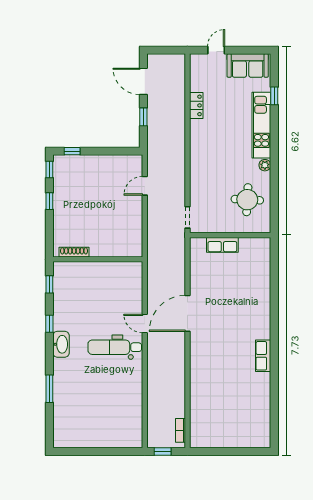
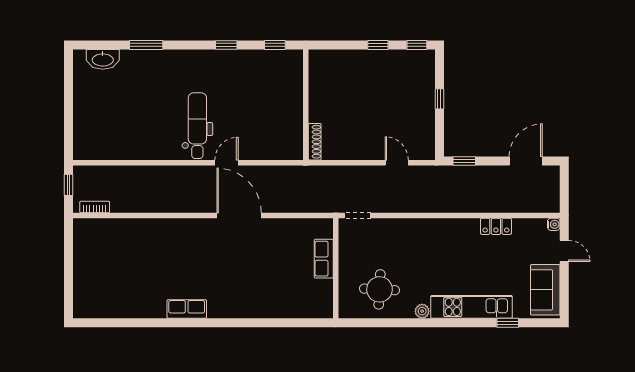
water cooler: (195, 59) -> (554, 224), added
window: (143, 117) -> (464, 161), moved
window: (72, 151) -> (439, 99), moved
shoe rack: (74, 252) -> (315, 142), moved
washbasin: (61, 344) -> (103, 59), moved

